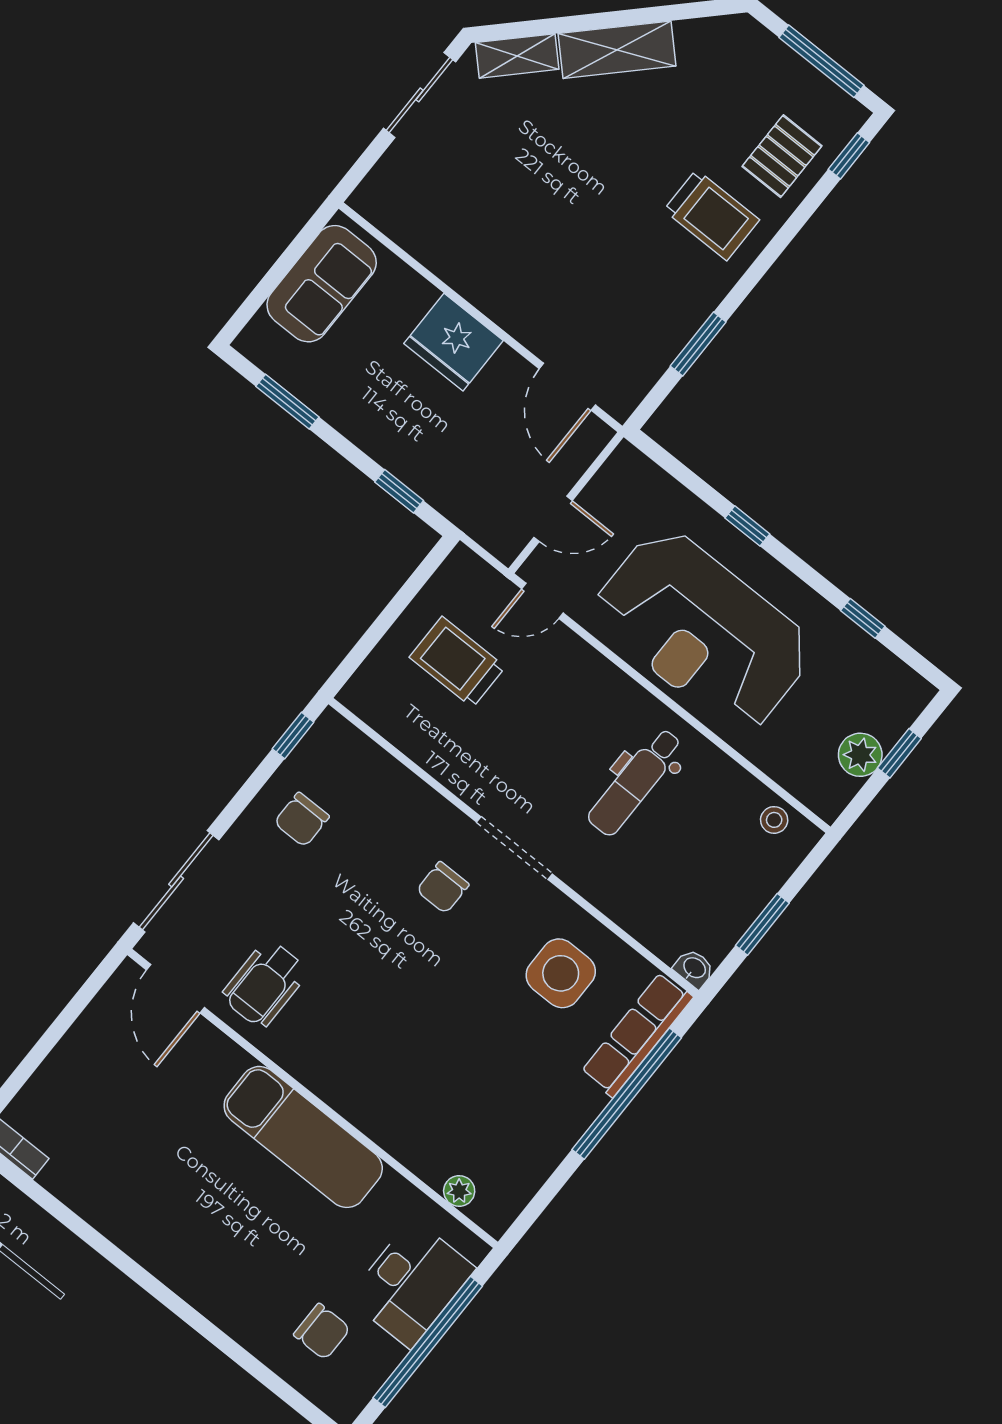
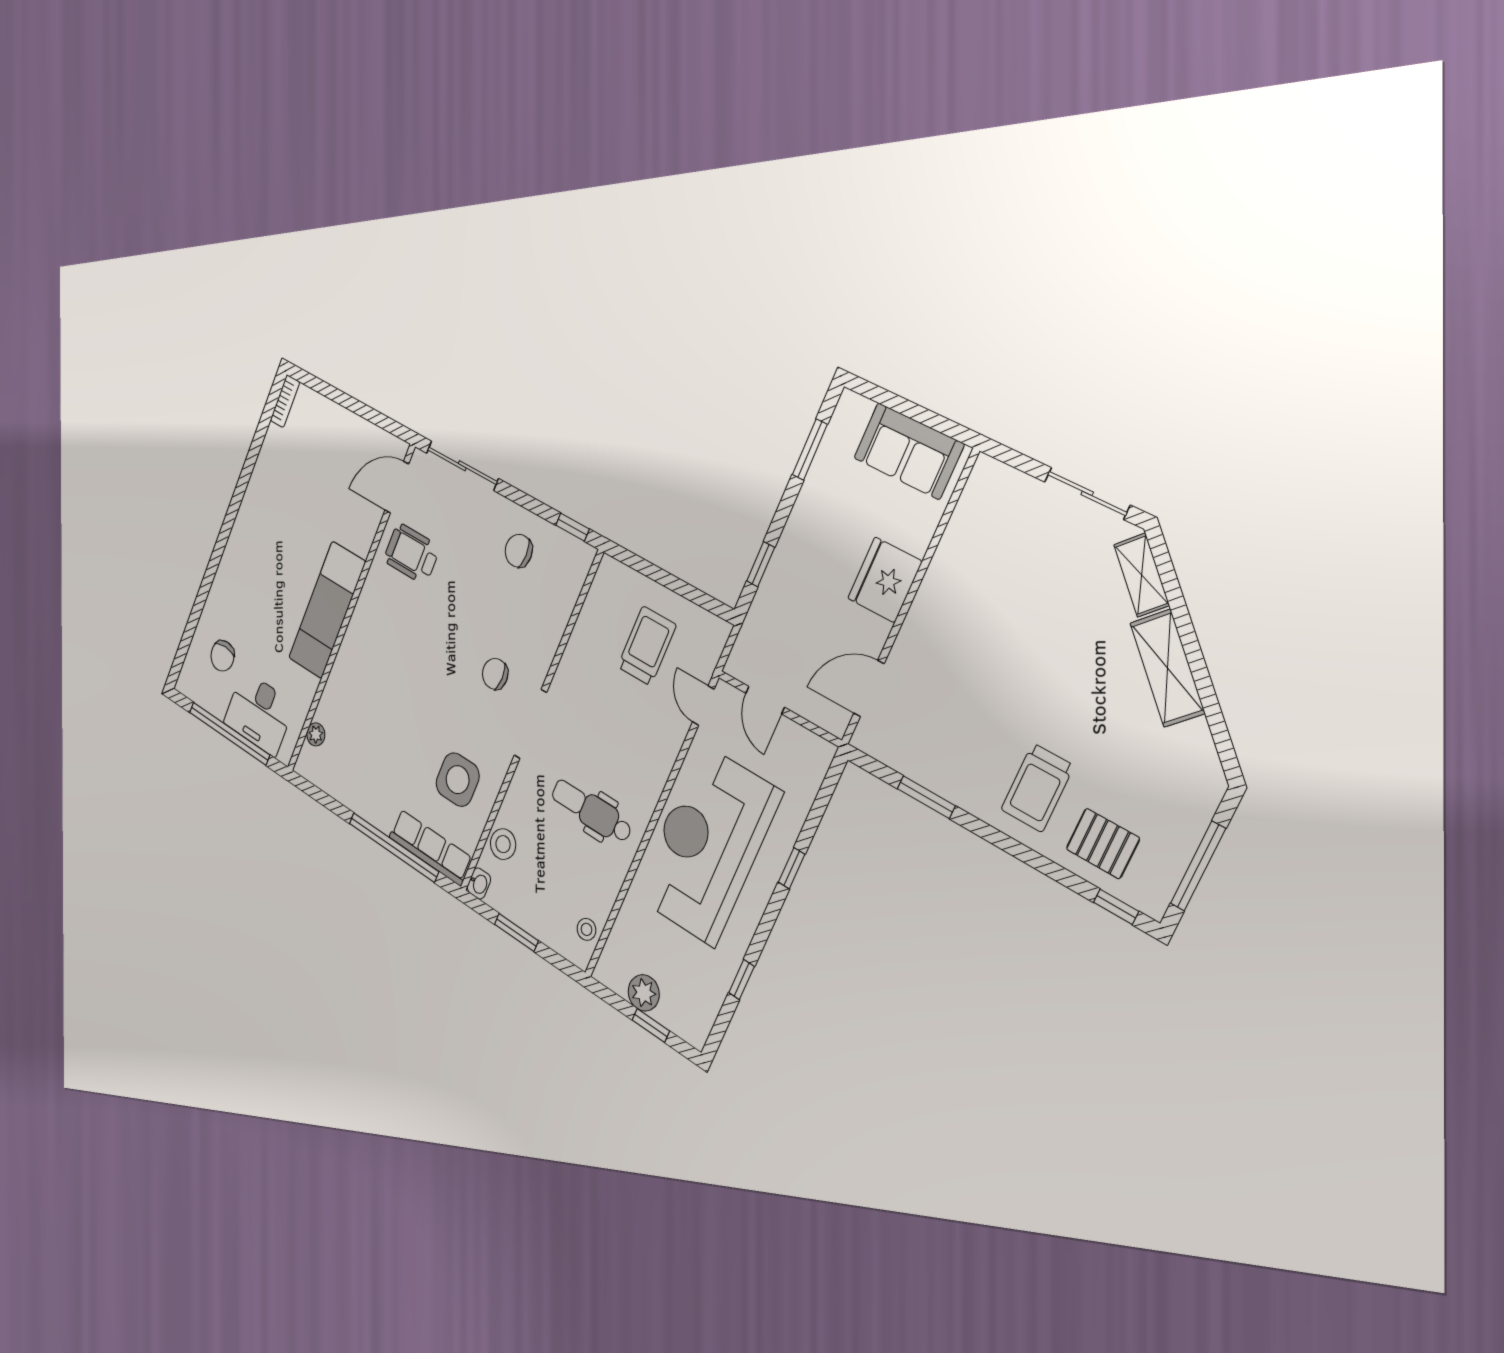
stool: (652, 921) -> (503, 844), added

